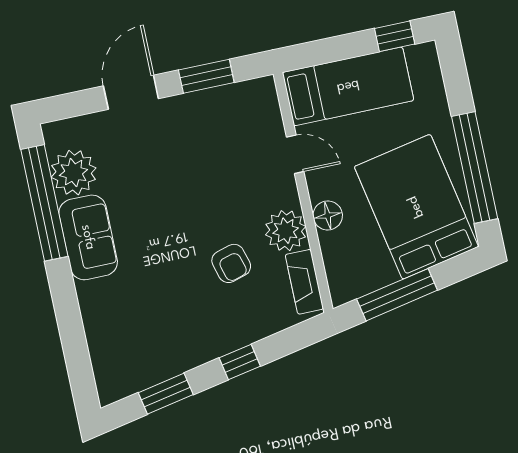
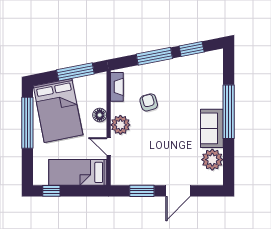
window: (44, 203) -> (229, 112), moved
plant: (286, 231) -> (120, 125), moved
window: (240, 362) -> (154, 56), width x2.17

